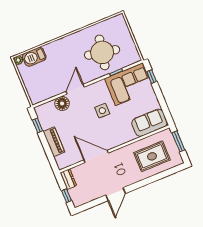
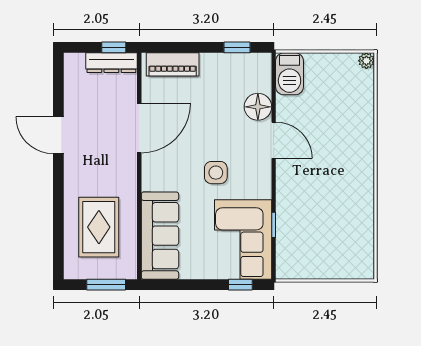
round table: (102, 52) -> (319, 215), removed
barbecue: (34, 57) -> (290, 74), moved, turned 180
sofa: (149, 123) -> (160, 236), width x1.36
piano: (54, 142) -> (173, 64), moved
dresser: (68, 179) -> (111, 63), width x1.44
window: (67, 196) -> (114, 47), moved

